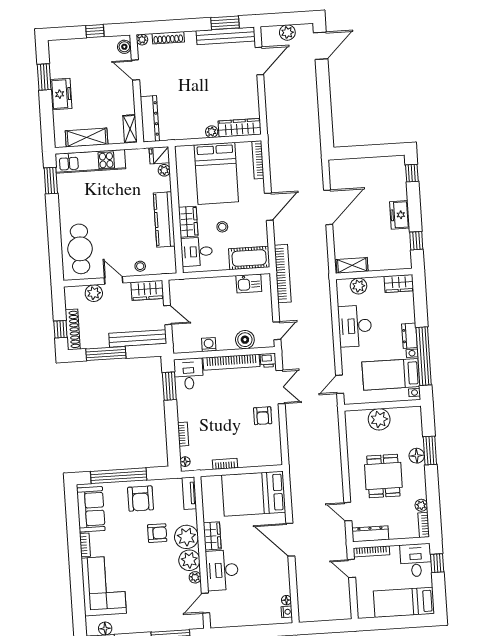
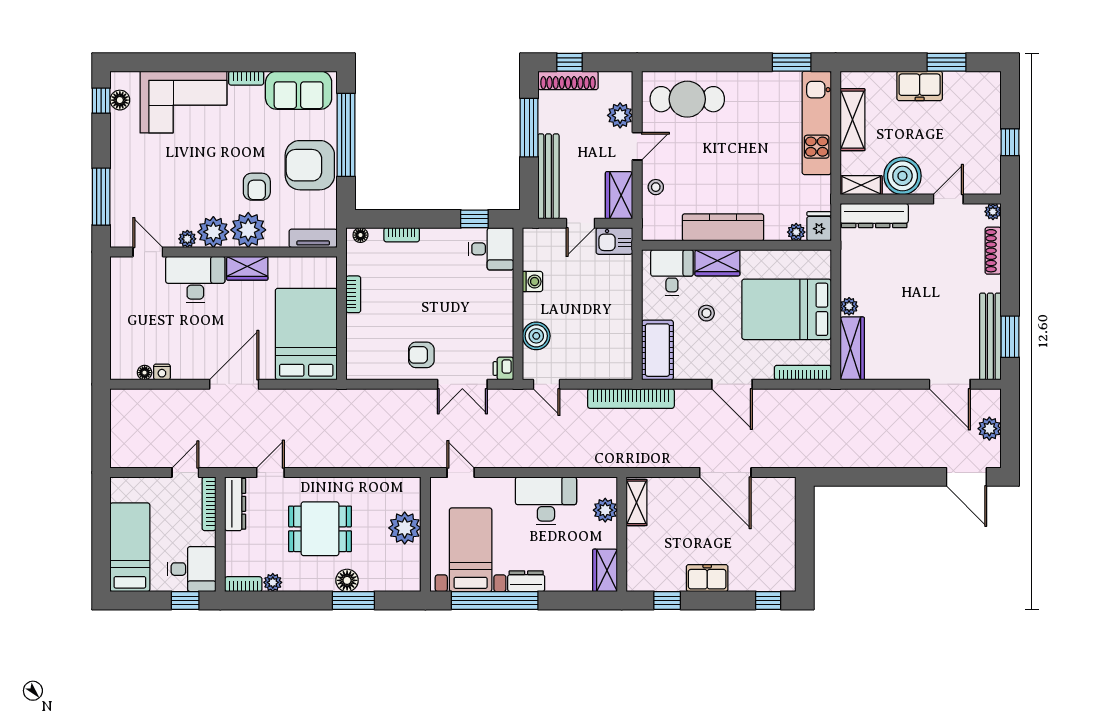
boiler: (124, 47) -> (902, 176), moved, width x1.86, depth x1.86
kitchen sink: (249, 284) -> (614, 241), moved, turned -90
bookcase: (231, 362) -> (504, 314), removed
window: (169, 386) -> (474, 219), width x0.67
armchair: (141, 499) -> (310, 165), width x1.36, depth x1.36
nightstand: (287, 612) -> (162, 372), moved

